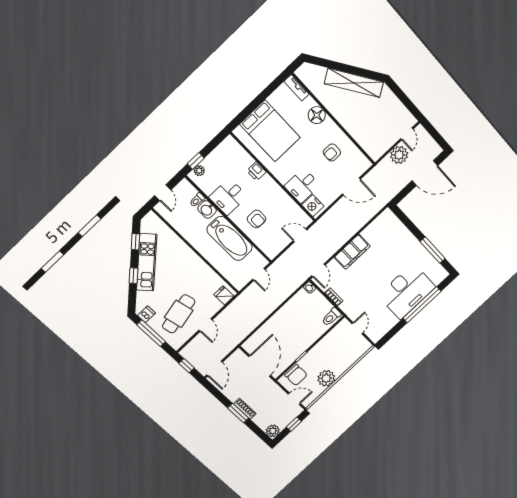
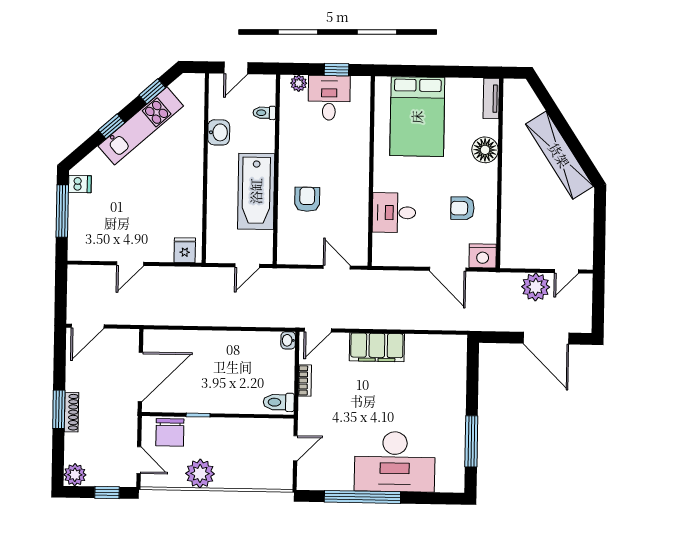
window: (196, 161) -> (336, 70), moved
printer: (256, 171) -> (359, 146), removed
desk: (228, 197) -> (329, 98), moved, turned 90
nightstand: (313, 206) -> (483, 256), moved, turned -90
washbasin: (207, 209) -> (219, 132), moved, turned 180
armchair: (257, 219) -> (307, 199), turned 180
window: (422, 305) -> (362, 497), moved
cafe table: (179, 314) -> (115, 220), removed
window: (187, 366) -> (61, 290), removed

